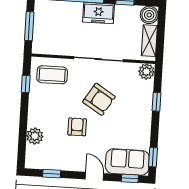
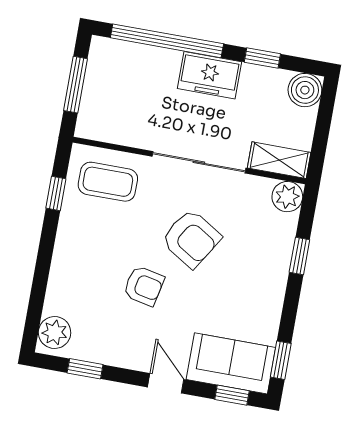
shelving: (149, 41) -> (279, 160), moved, turned 90
armchair: (77, 127) -> (144, 286), turned 102
plant: (35, 136) -> (55, 333), moved

